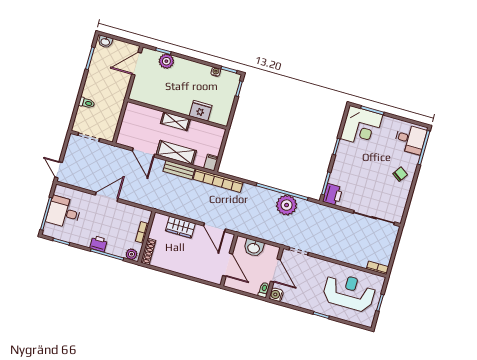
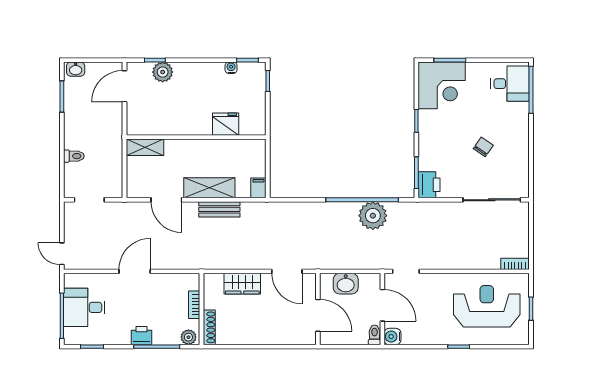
shelving: (175, 121) -> (145, 147), moved
chair: (400, 174) -> (483, 147), moved
bookcase: (218, 181) -> (274, 209), removed

